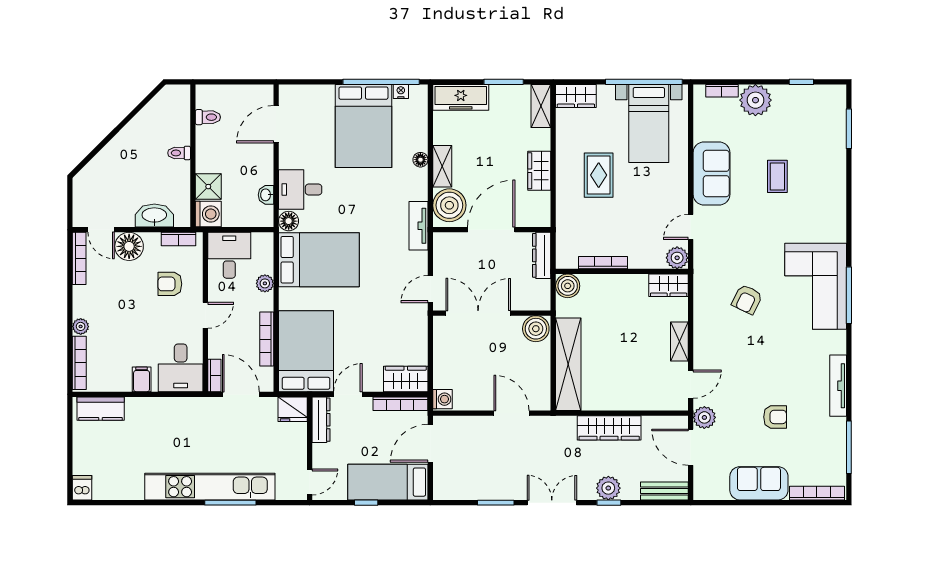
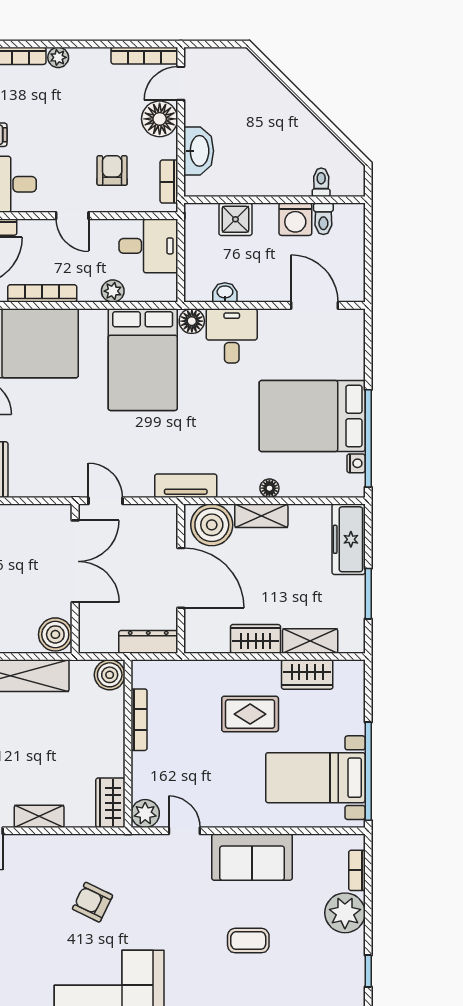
wardrobe: (576, 96) -> (307, 674), moved, turned -90
shelving: (541, 106) -> (310, 641), moved
toilet: (179, 153) -> (321, 182), moved
washing machine: (208, 214) -> (295, 219), moved

